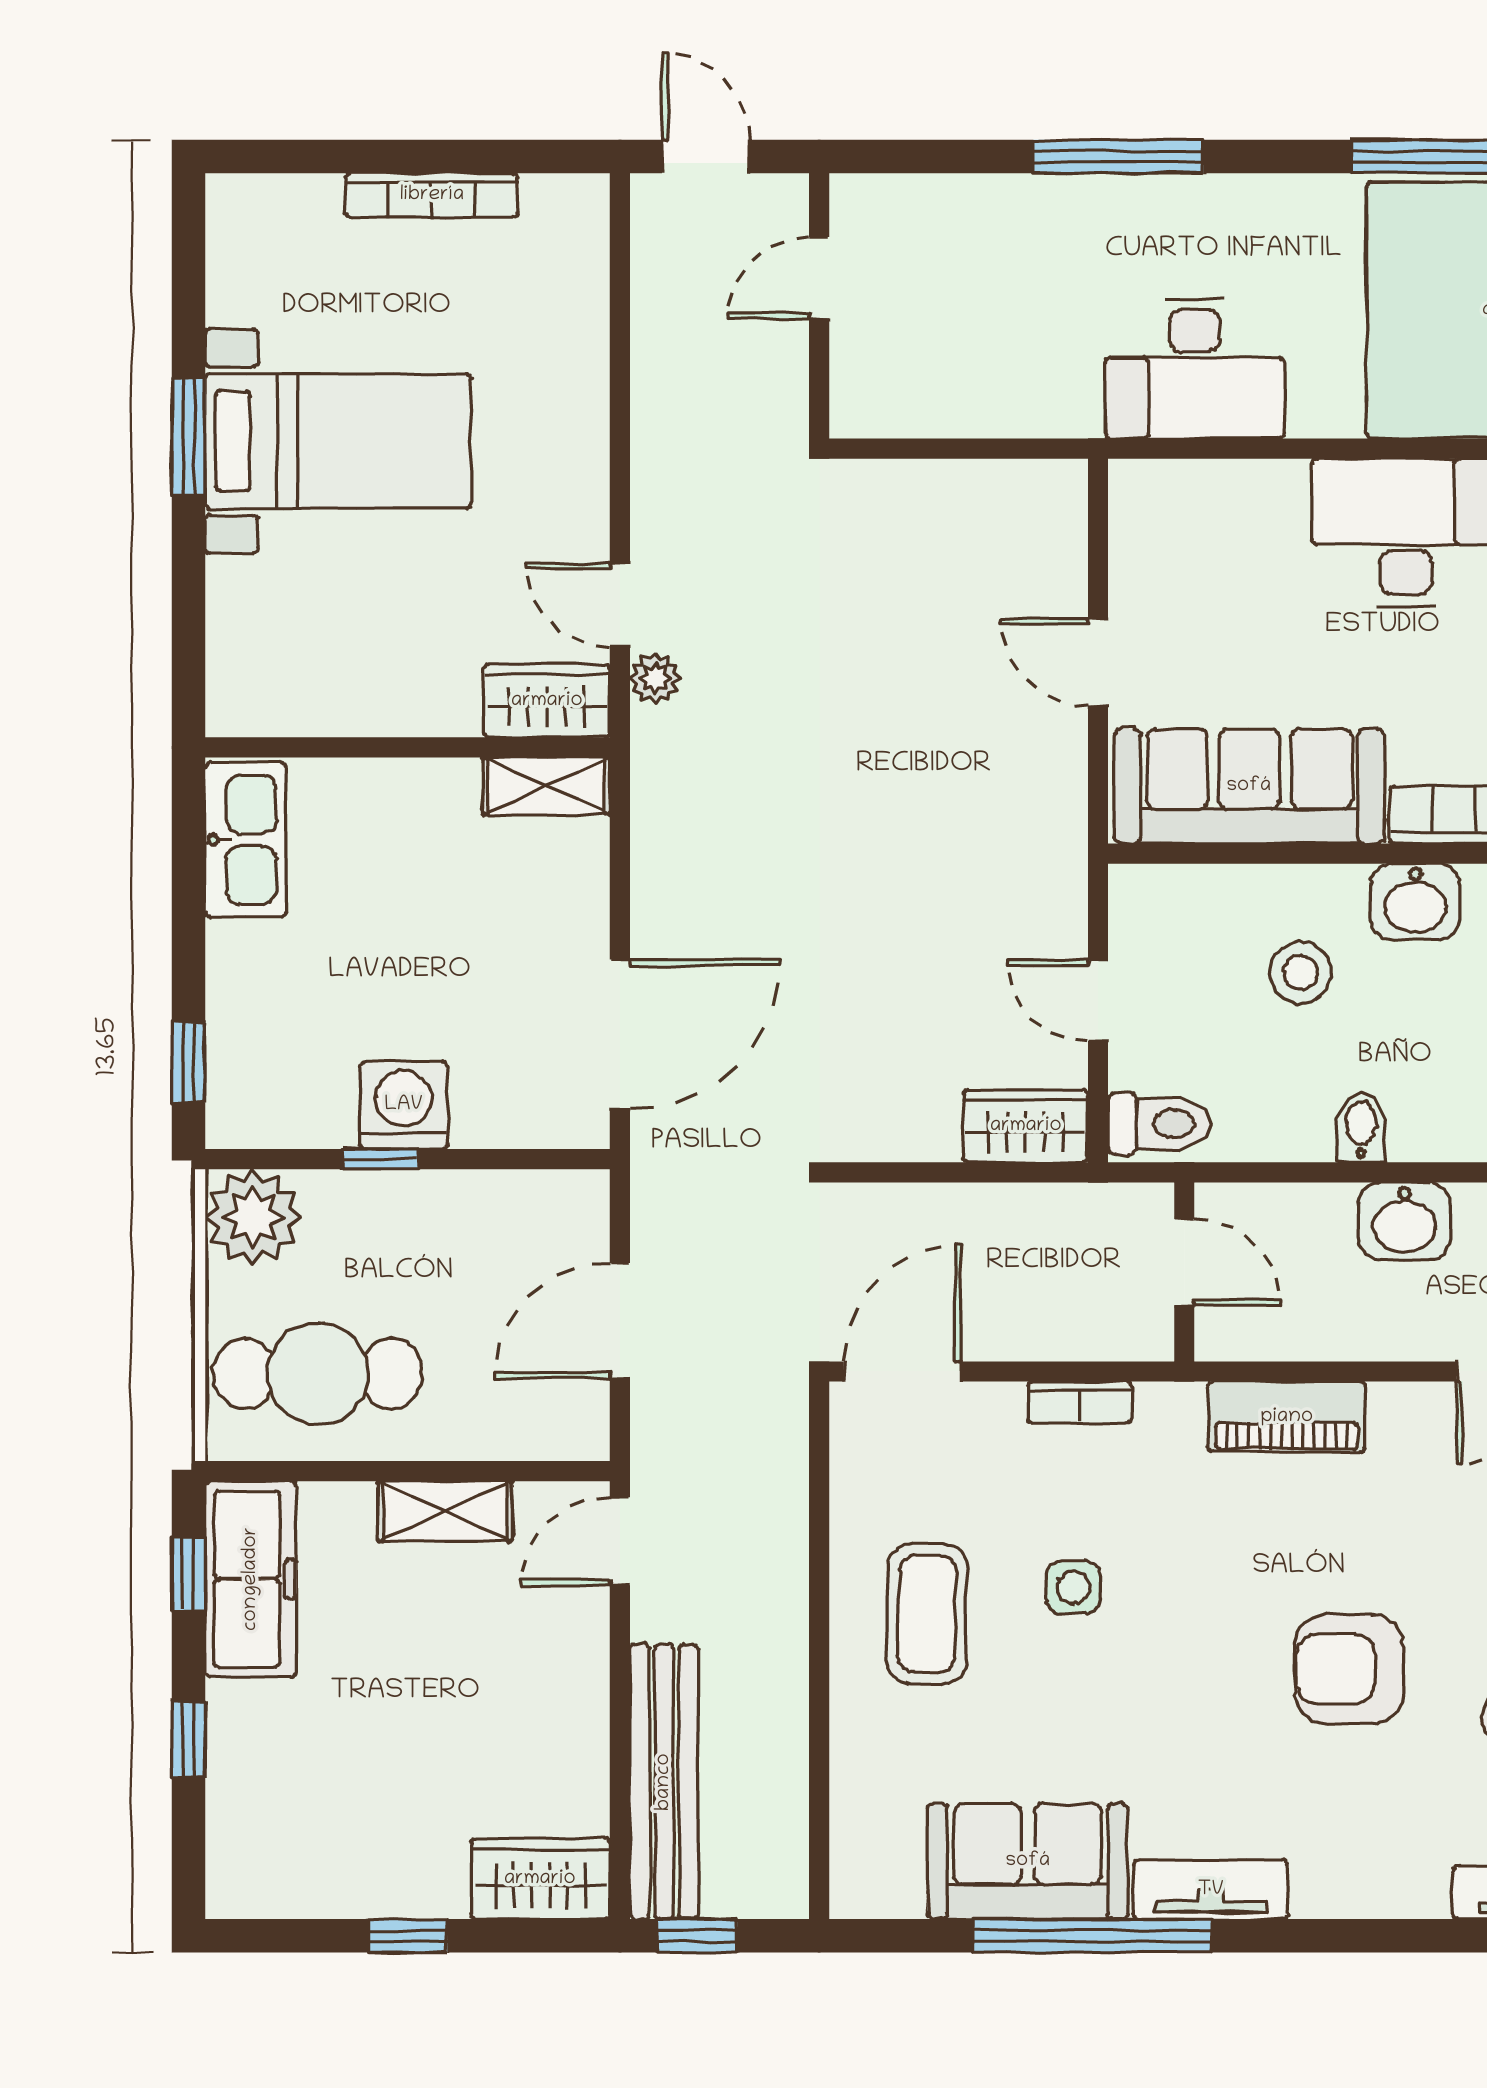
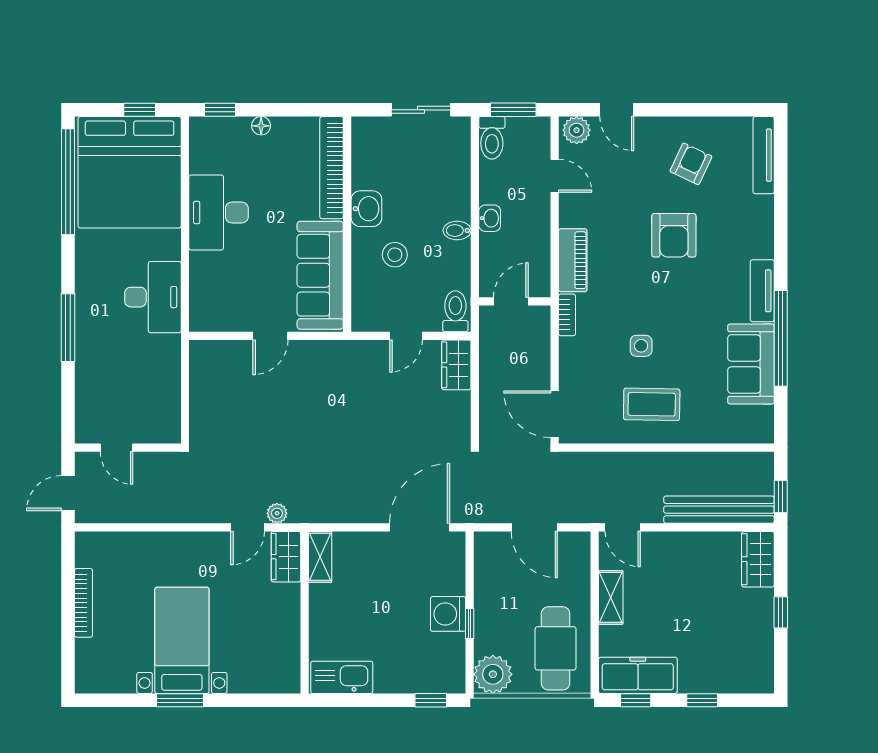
door: (620, 1034) -> (420, 527), hinge flipped
washbasin: (1404, 1221) -> (490, 218), width x0.72, depth x0.69
bookcase: (1080, 1402) -> (567, 315), moved

